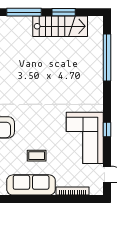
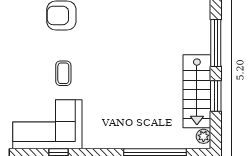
plant: (94, 21) -> (203, 136), added
coffee table: (37, 156) -> (63, 73), moved

